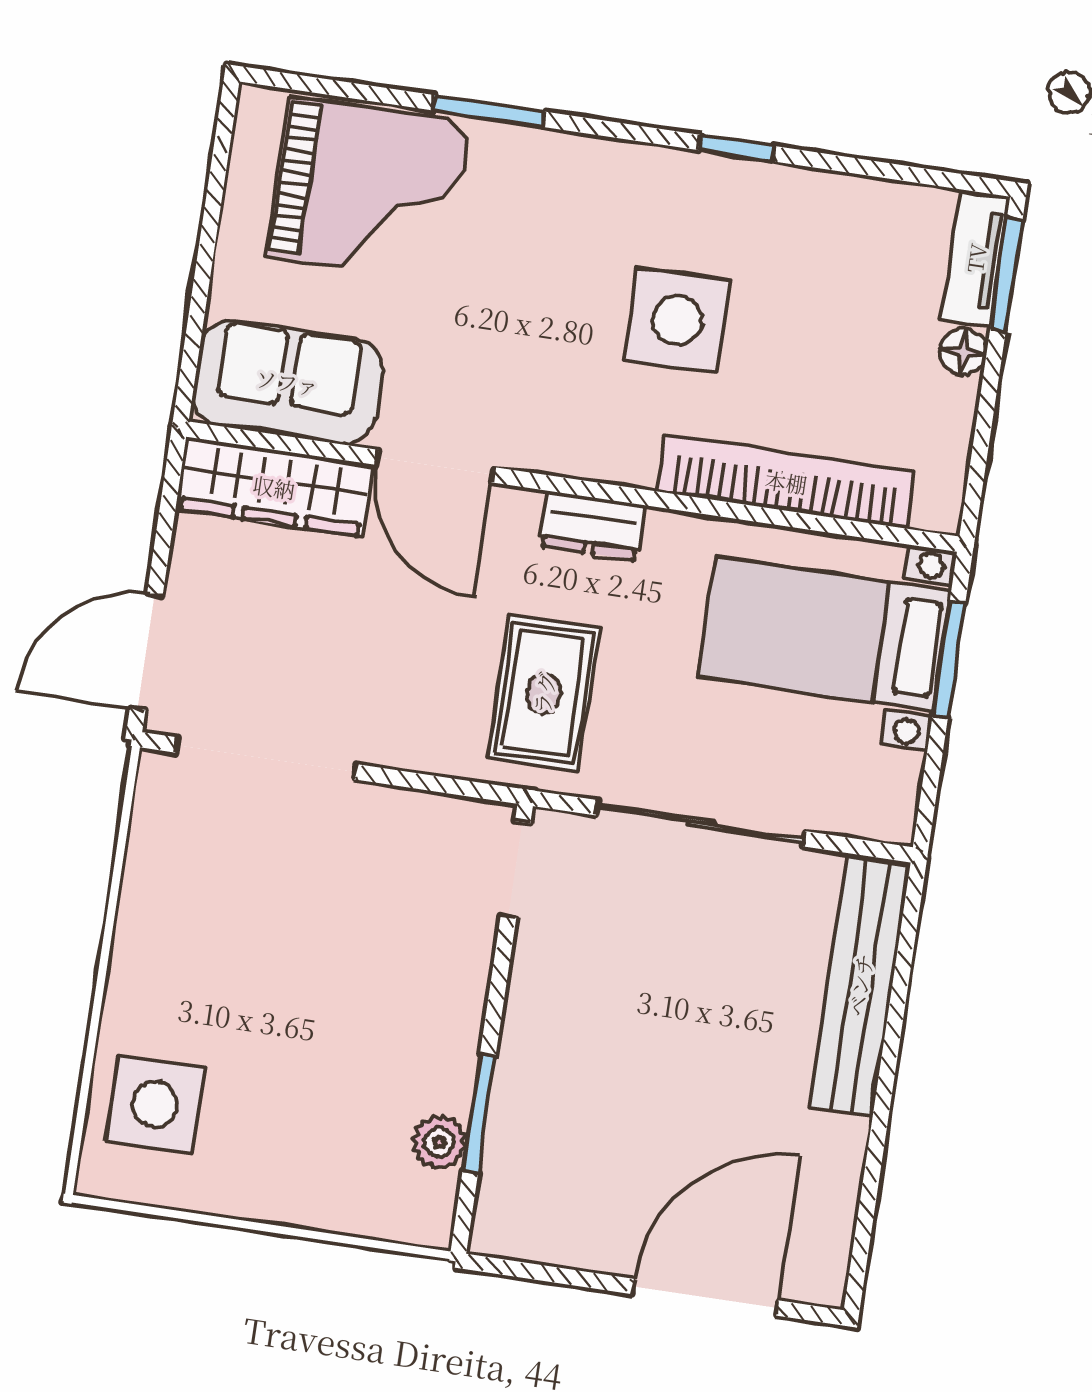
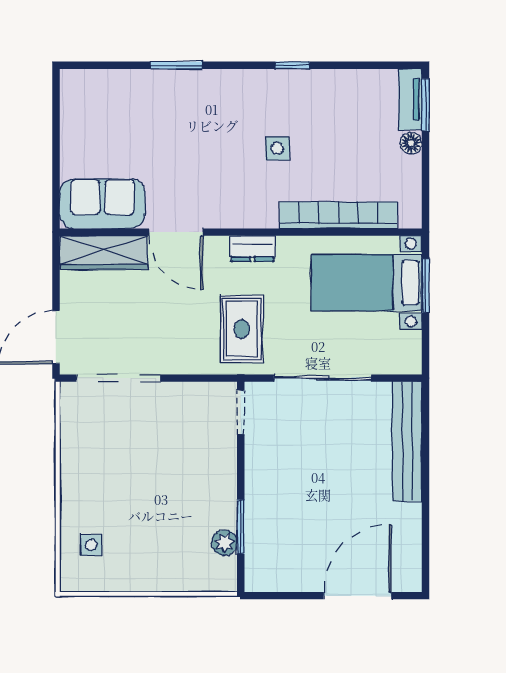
grand piano: (369, 189) -> (127, 109), removed
side table: (677, 320) -> (277, 148), width x0.54, depth x0.54
side table: (155, 1105) -> (91, 545), width x0.54, depth x0.54

